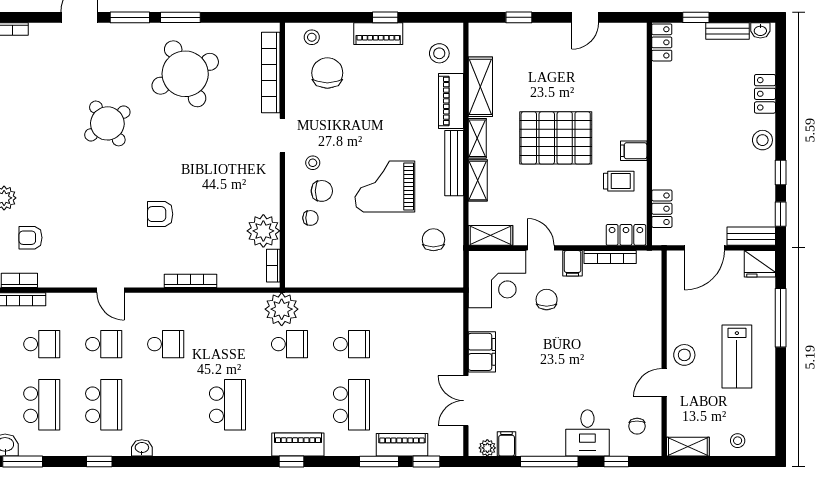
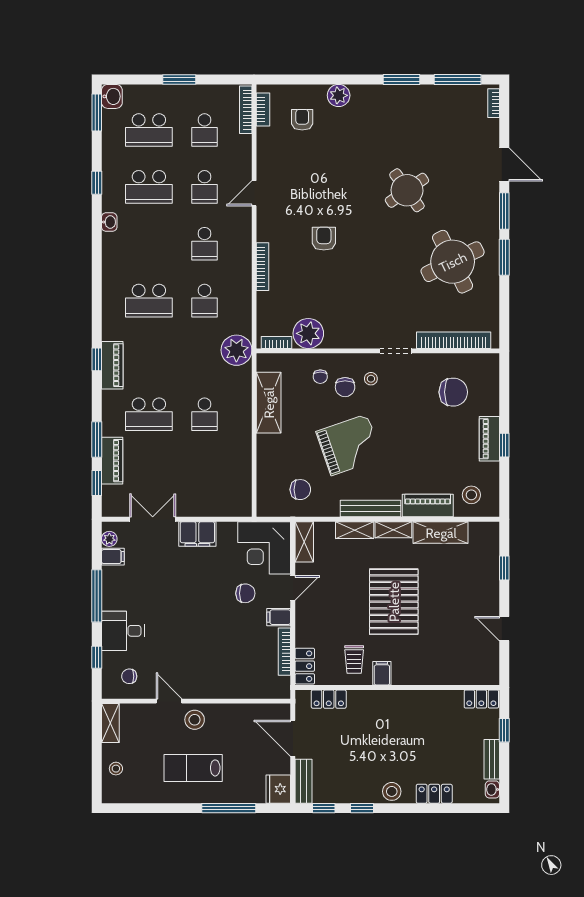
stool: (312, 37) -> (486, 378), removed
grand piano: (385, 187) -> (349, 445), turned 71
shelving: (339, 274) -> (269, 403), added
school desk: (290, 344) -> (204, 301), moved

